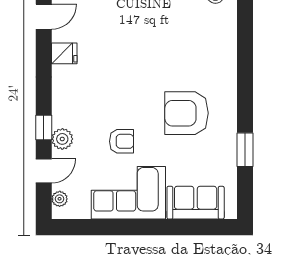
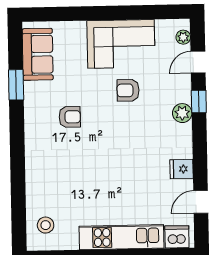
armchair: (187, 113) -> (70, 117), width x0.53, depth x0.53
plant: (62, 139) -> (182, 113), moved
sofa: (196, 203) -> (38, 54), moved, turned -90

